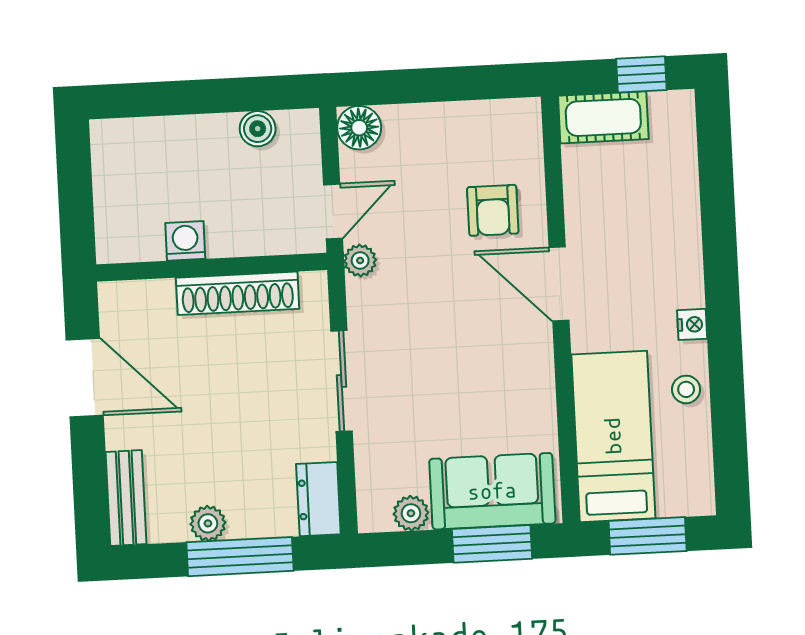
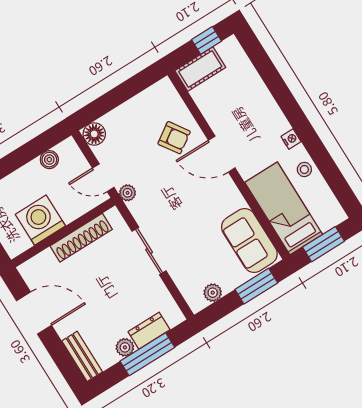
armchair: (493, 210) -> (174, 138), turned -34
door: (333, 211) -> (103, 178), swing flipped
washing machine: (185, 241) -> (40, 220), width x1.89, depth x1.89
sofa: (492, 491) -> (249, 240), moved, turned -90
dresser: (318, 499) -> (149, 331), moved, turned 90

